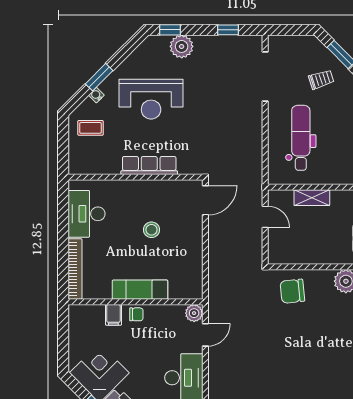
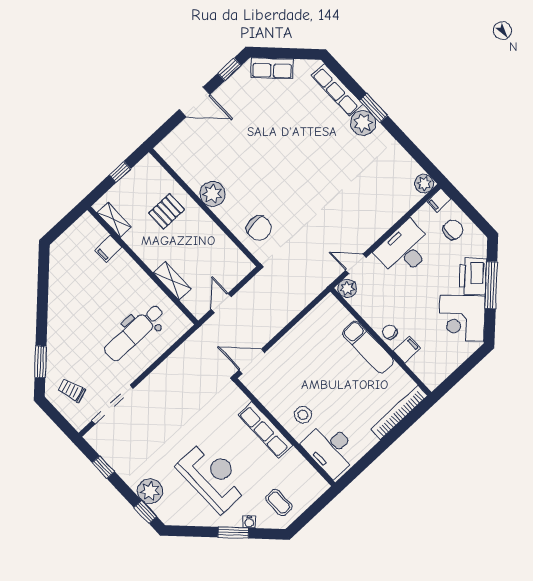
trolley: (321, 79) -> (72, 390), moved
desk: (86, 214) -> (330, 449), moved, turned 90
stool: (151, 230) -> (303, 415), moved

